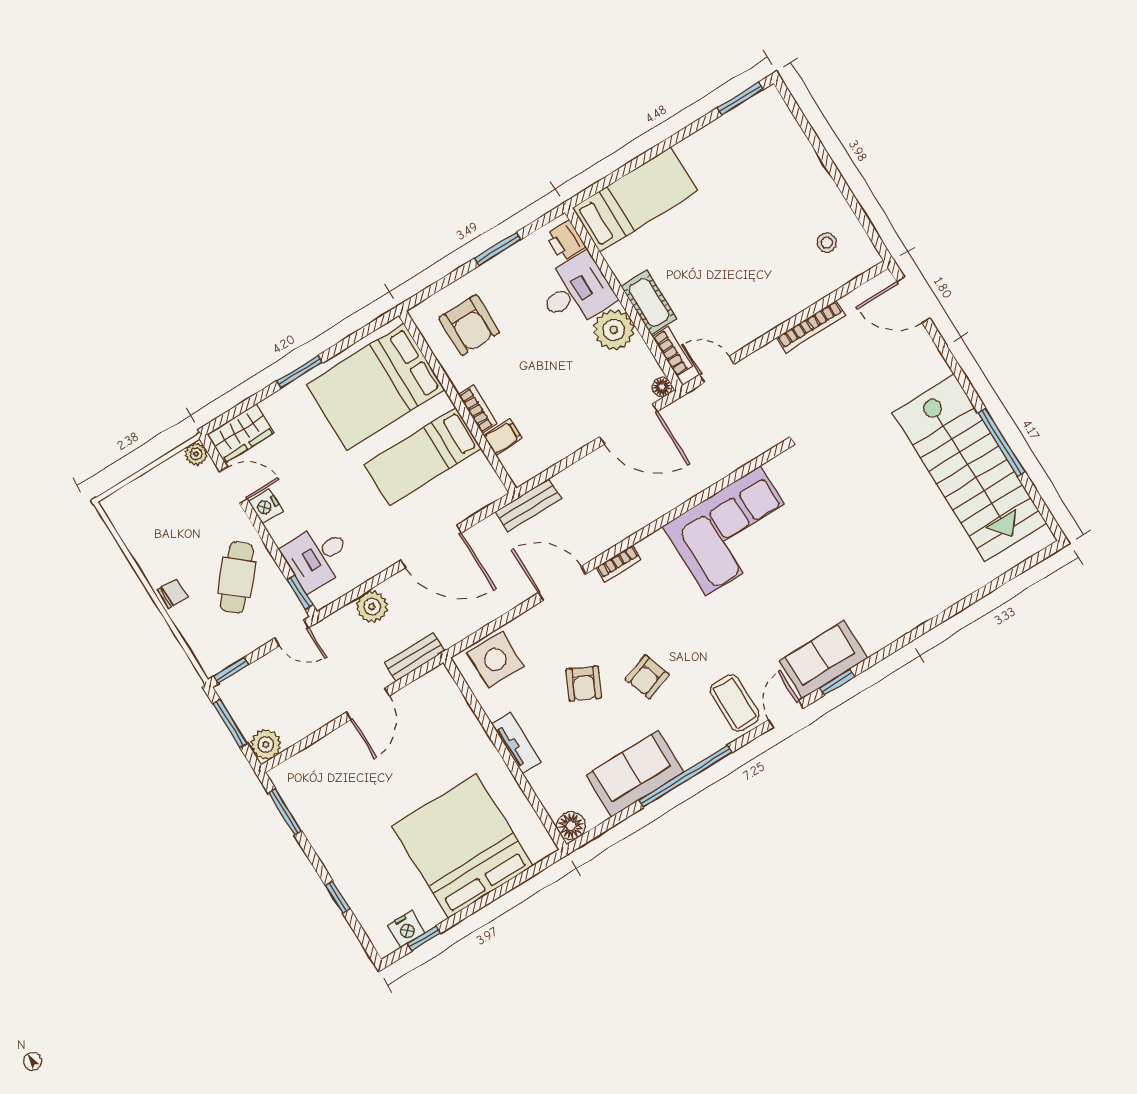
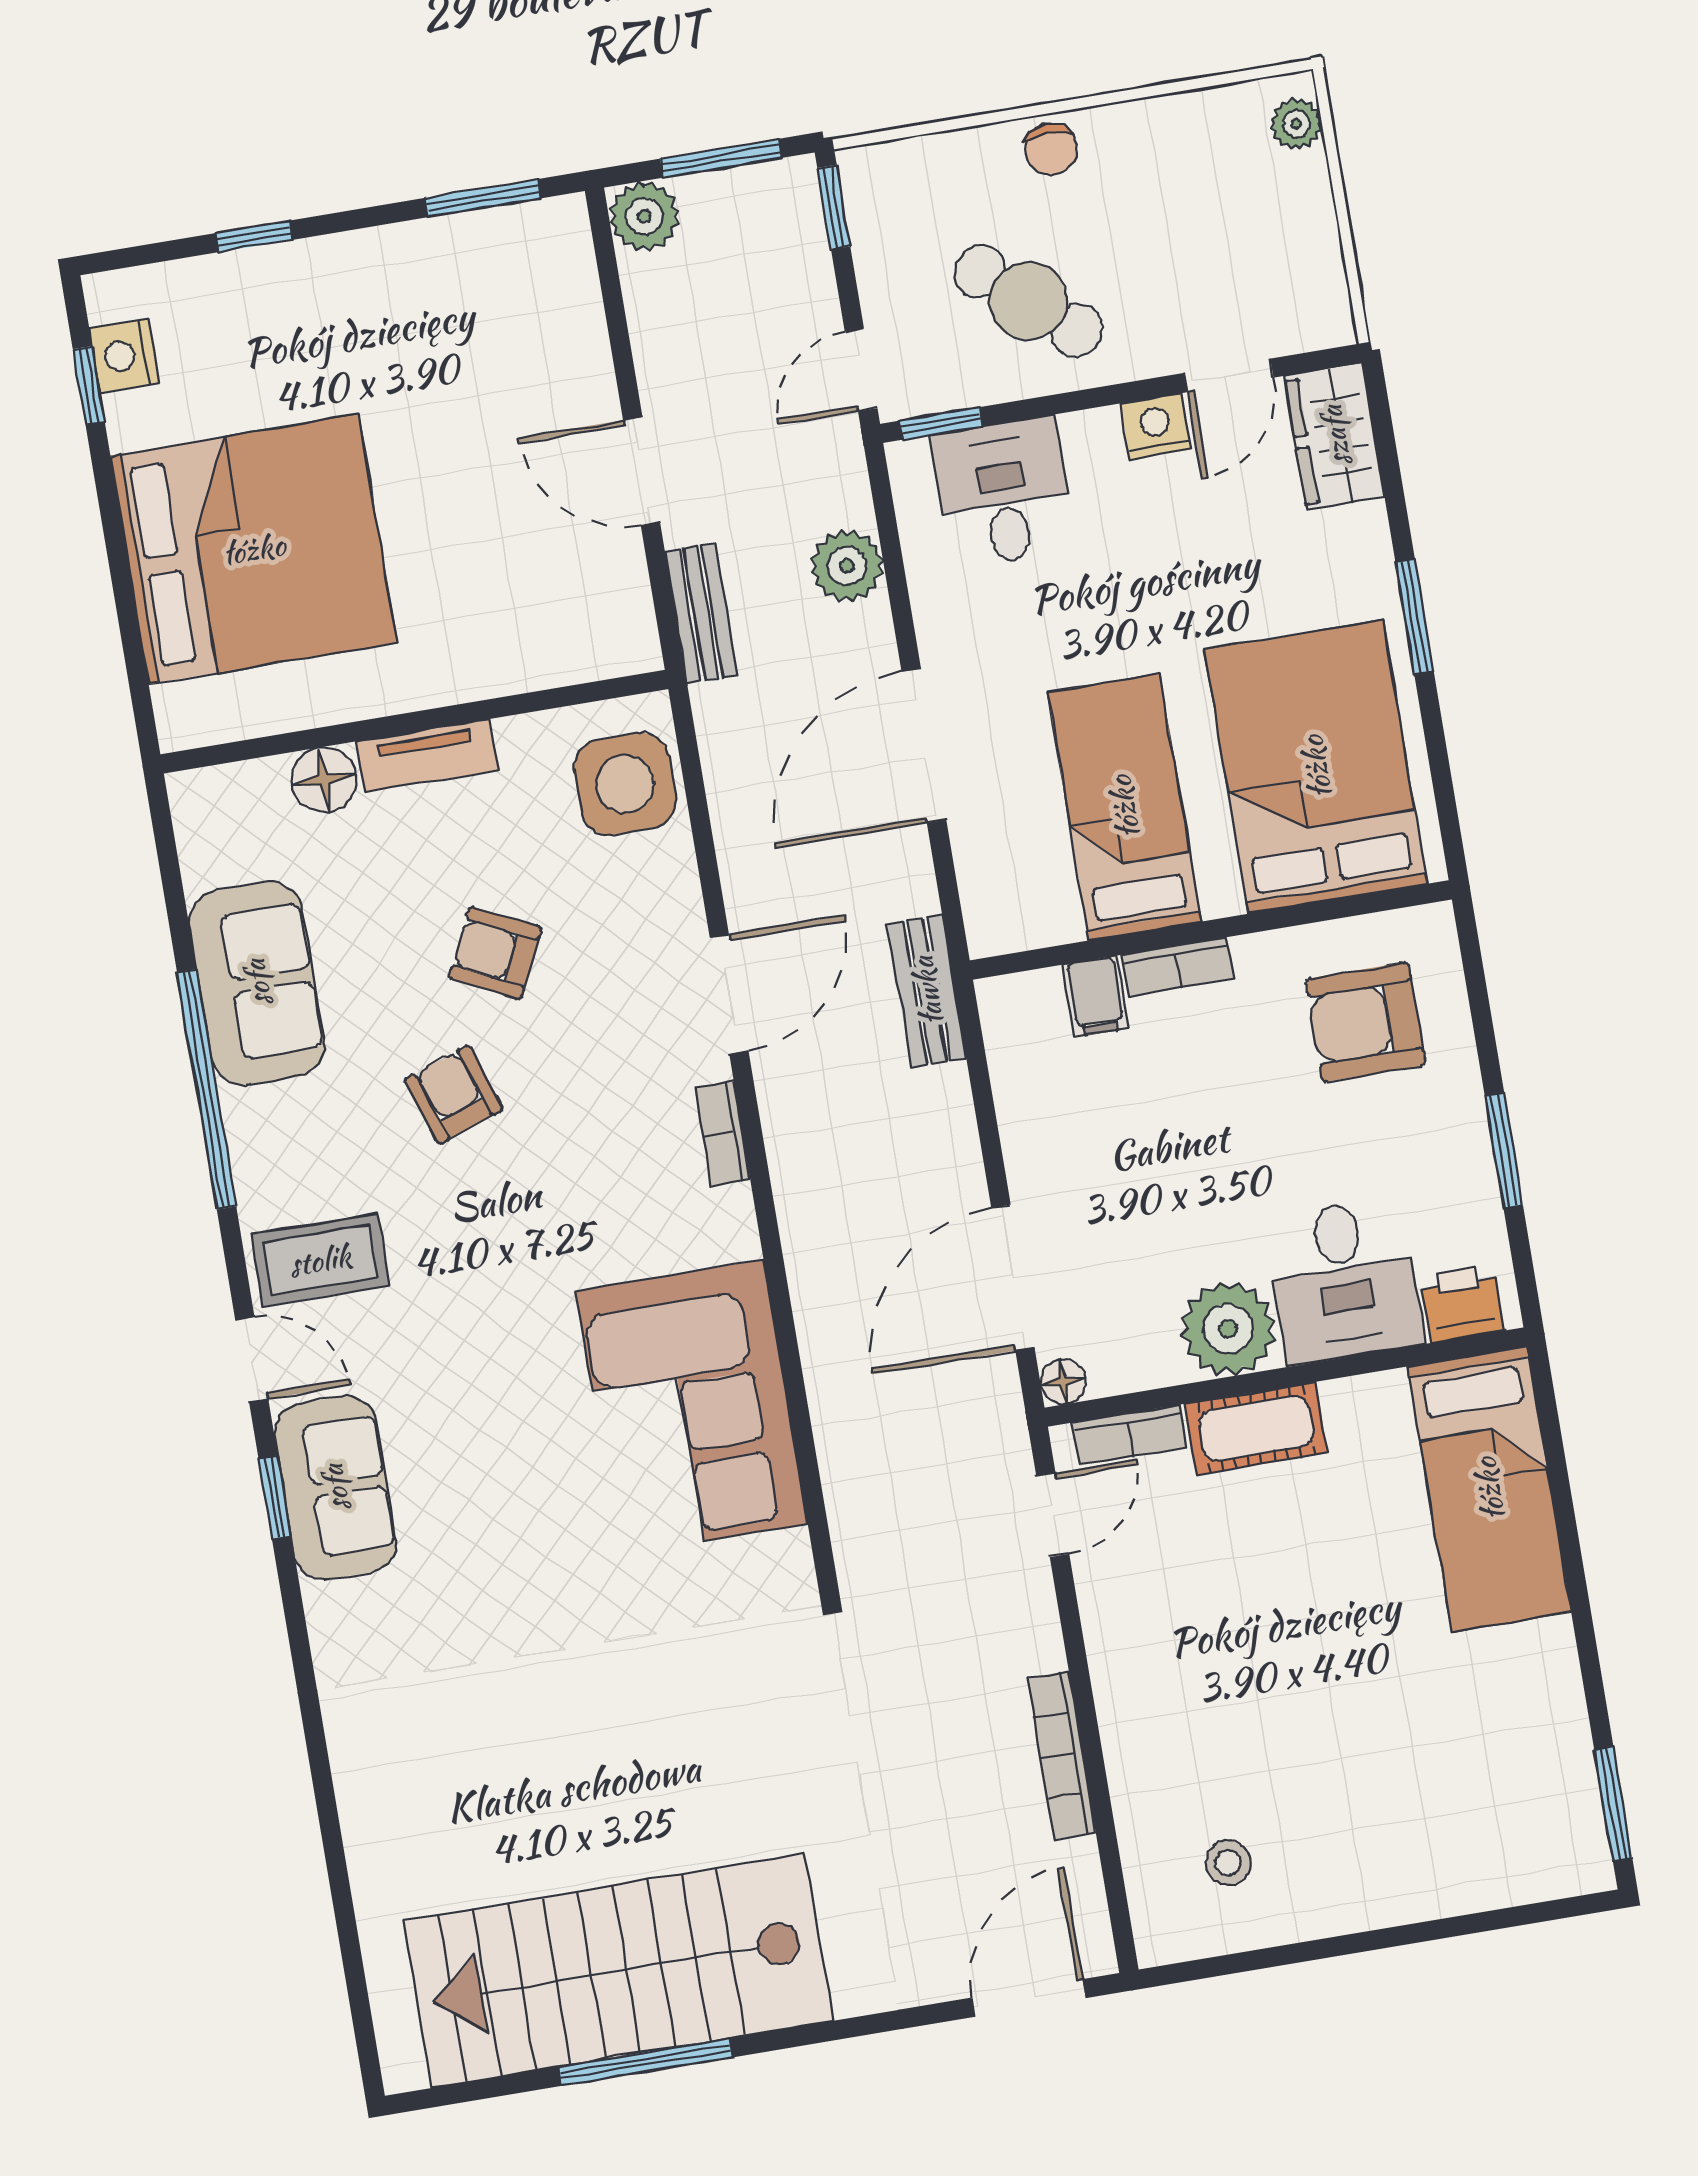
plant: (196, 454) -> (1296, 124), moved
floor lamp: (571, 826) -> (324, 780), moved

